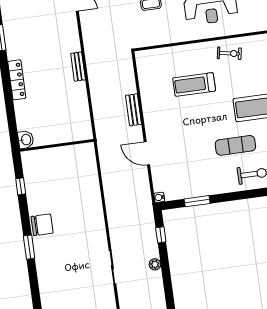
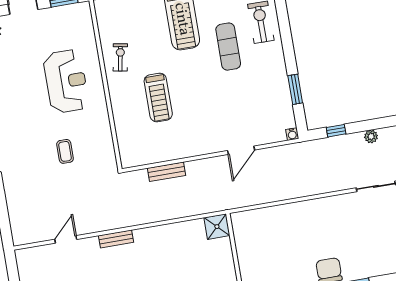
bench: (78, 67) -> (116, 239), moved
bench: (134, 110) -> (166, 172), moved
shower: (83, 131) -> (217, 227), added

